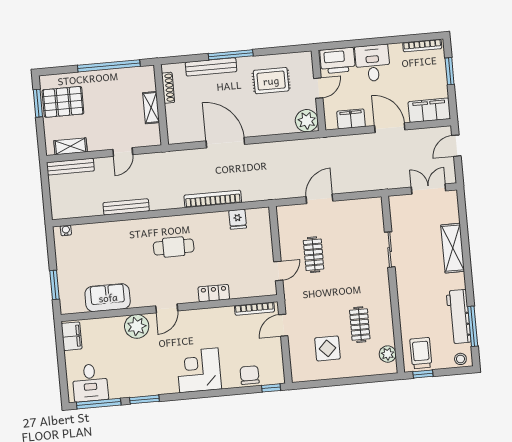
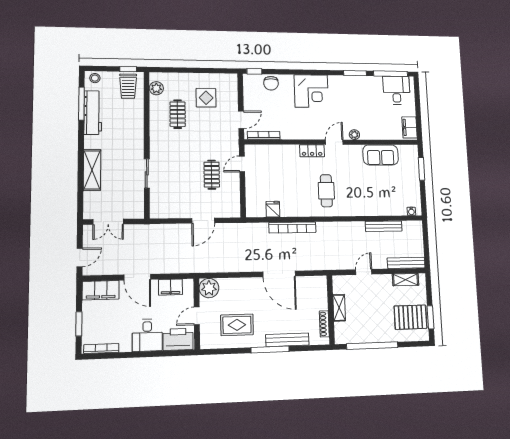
bench: (126, 207) -> (384, 226), moved
cafe table: (174, 247) -> (326, 191), turned 90
locker: (214, 293) -> (312, 151), moved
plant: (137, 326) -> (354, 135), width x0.53, depth x0.53

